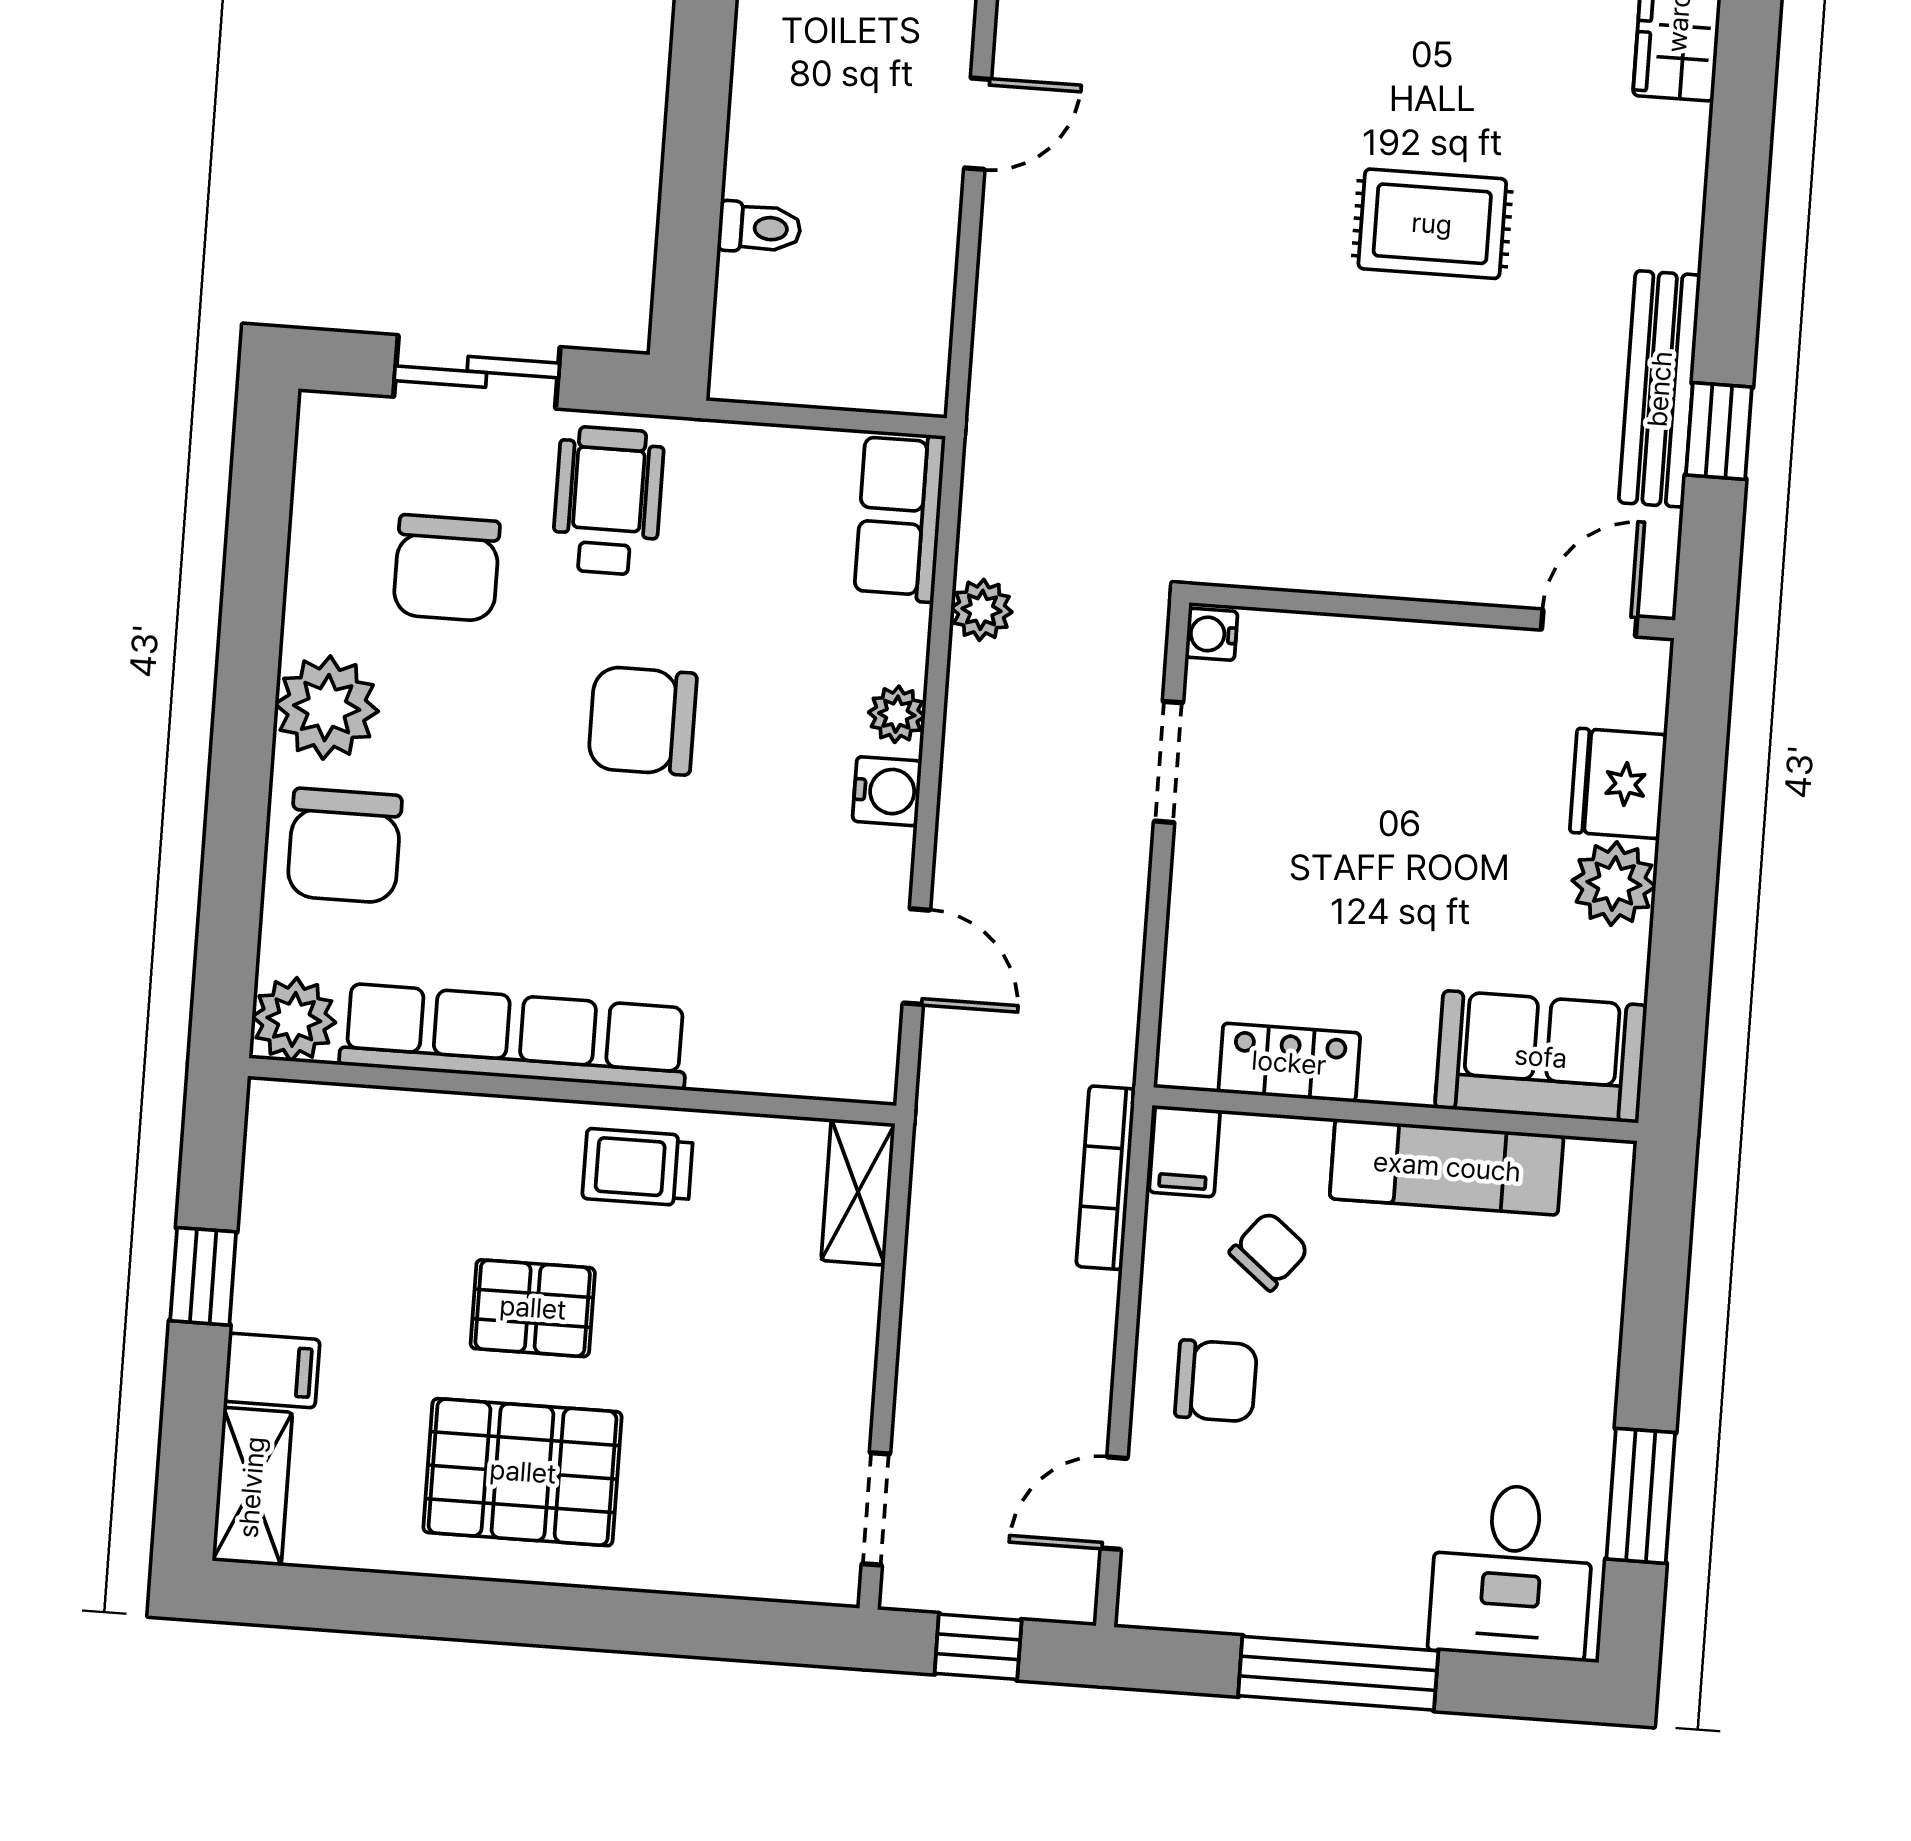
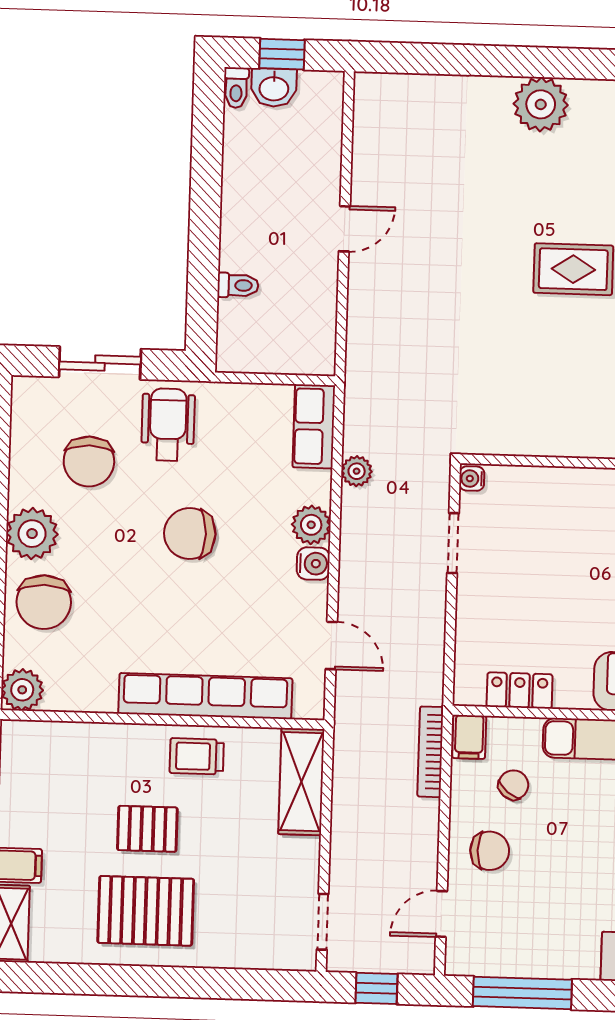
plant: (897, 714) -> (311, 525), width x1.38, depth x1.38
row of seats: (514, 1037) -> (205, 696), moved
shelving: (858, 1192) -> (301, 782), width x1.50, depth x1.33
window: (1338, 1673) -> (522, 993), moved

